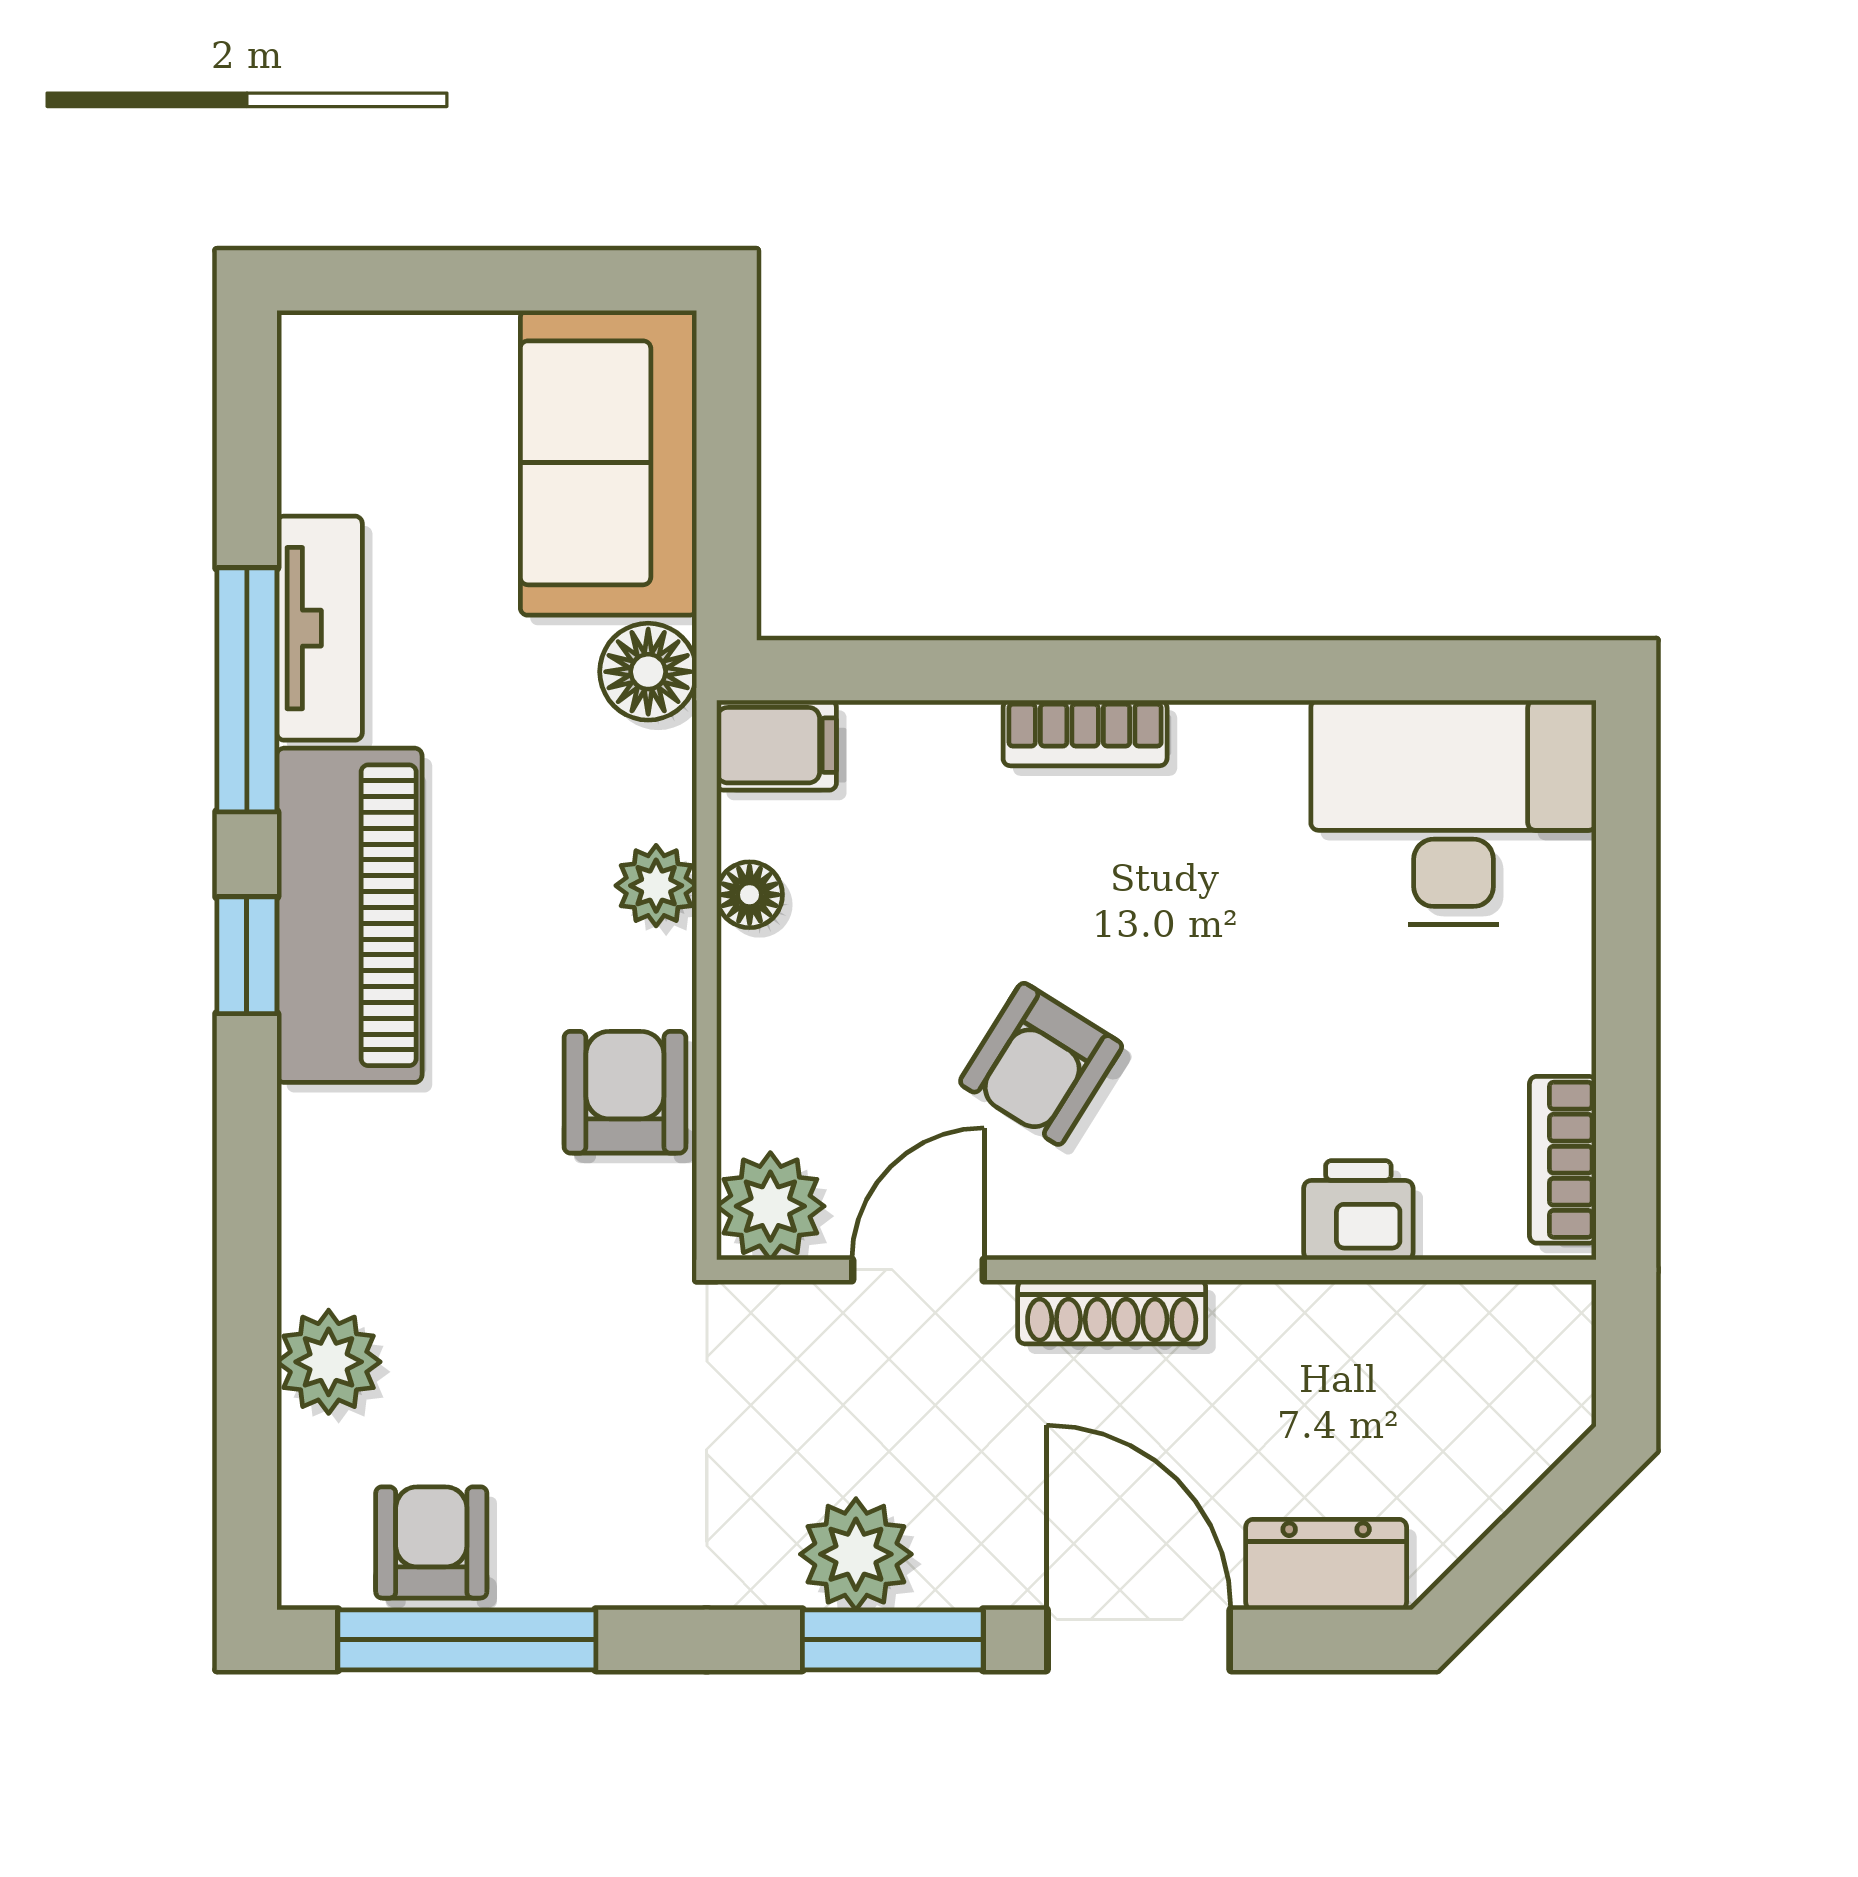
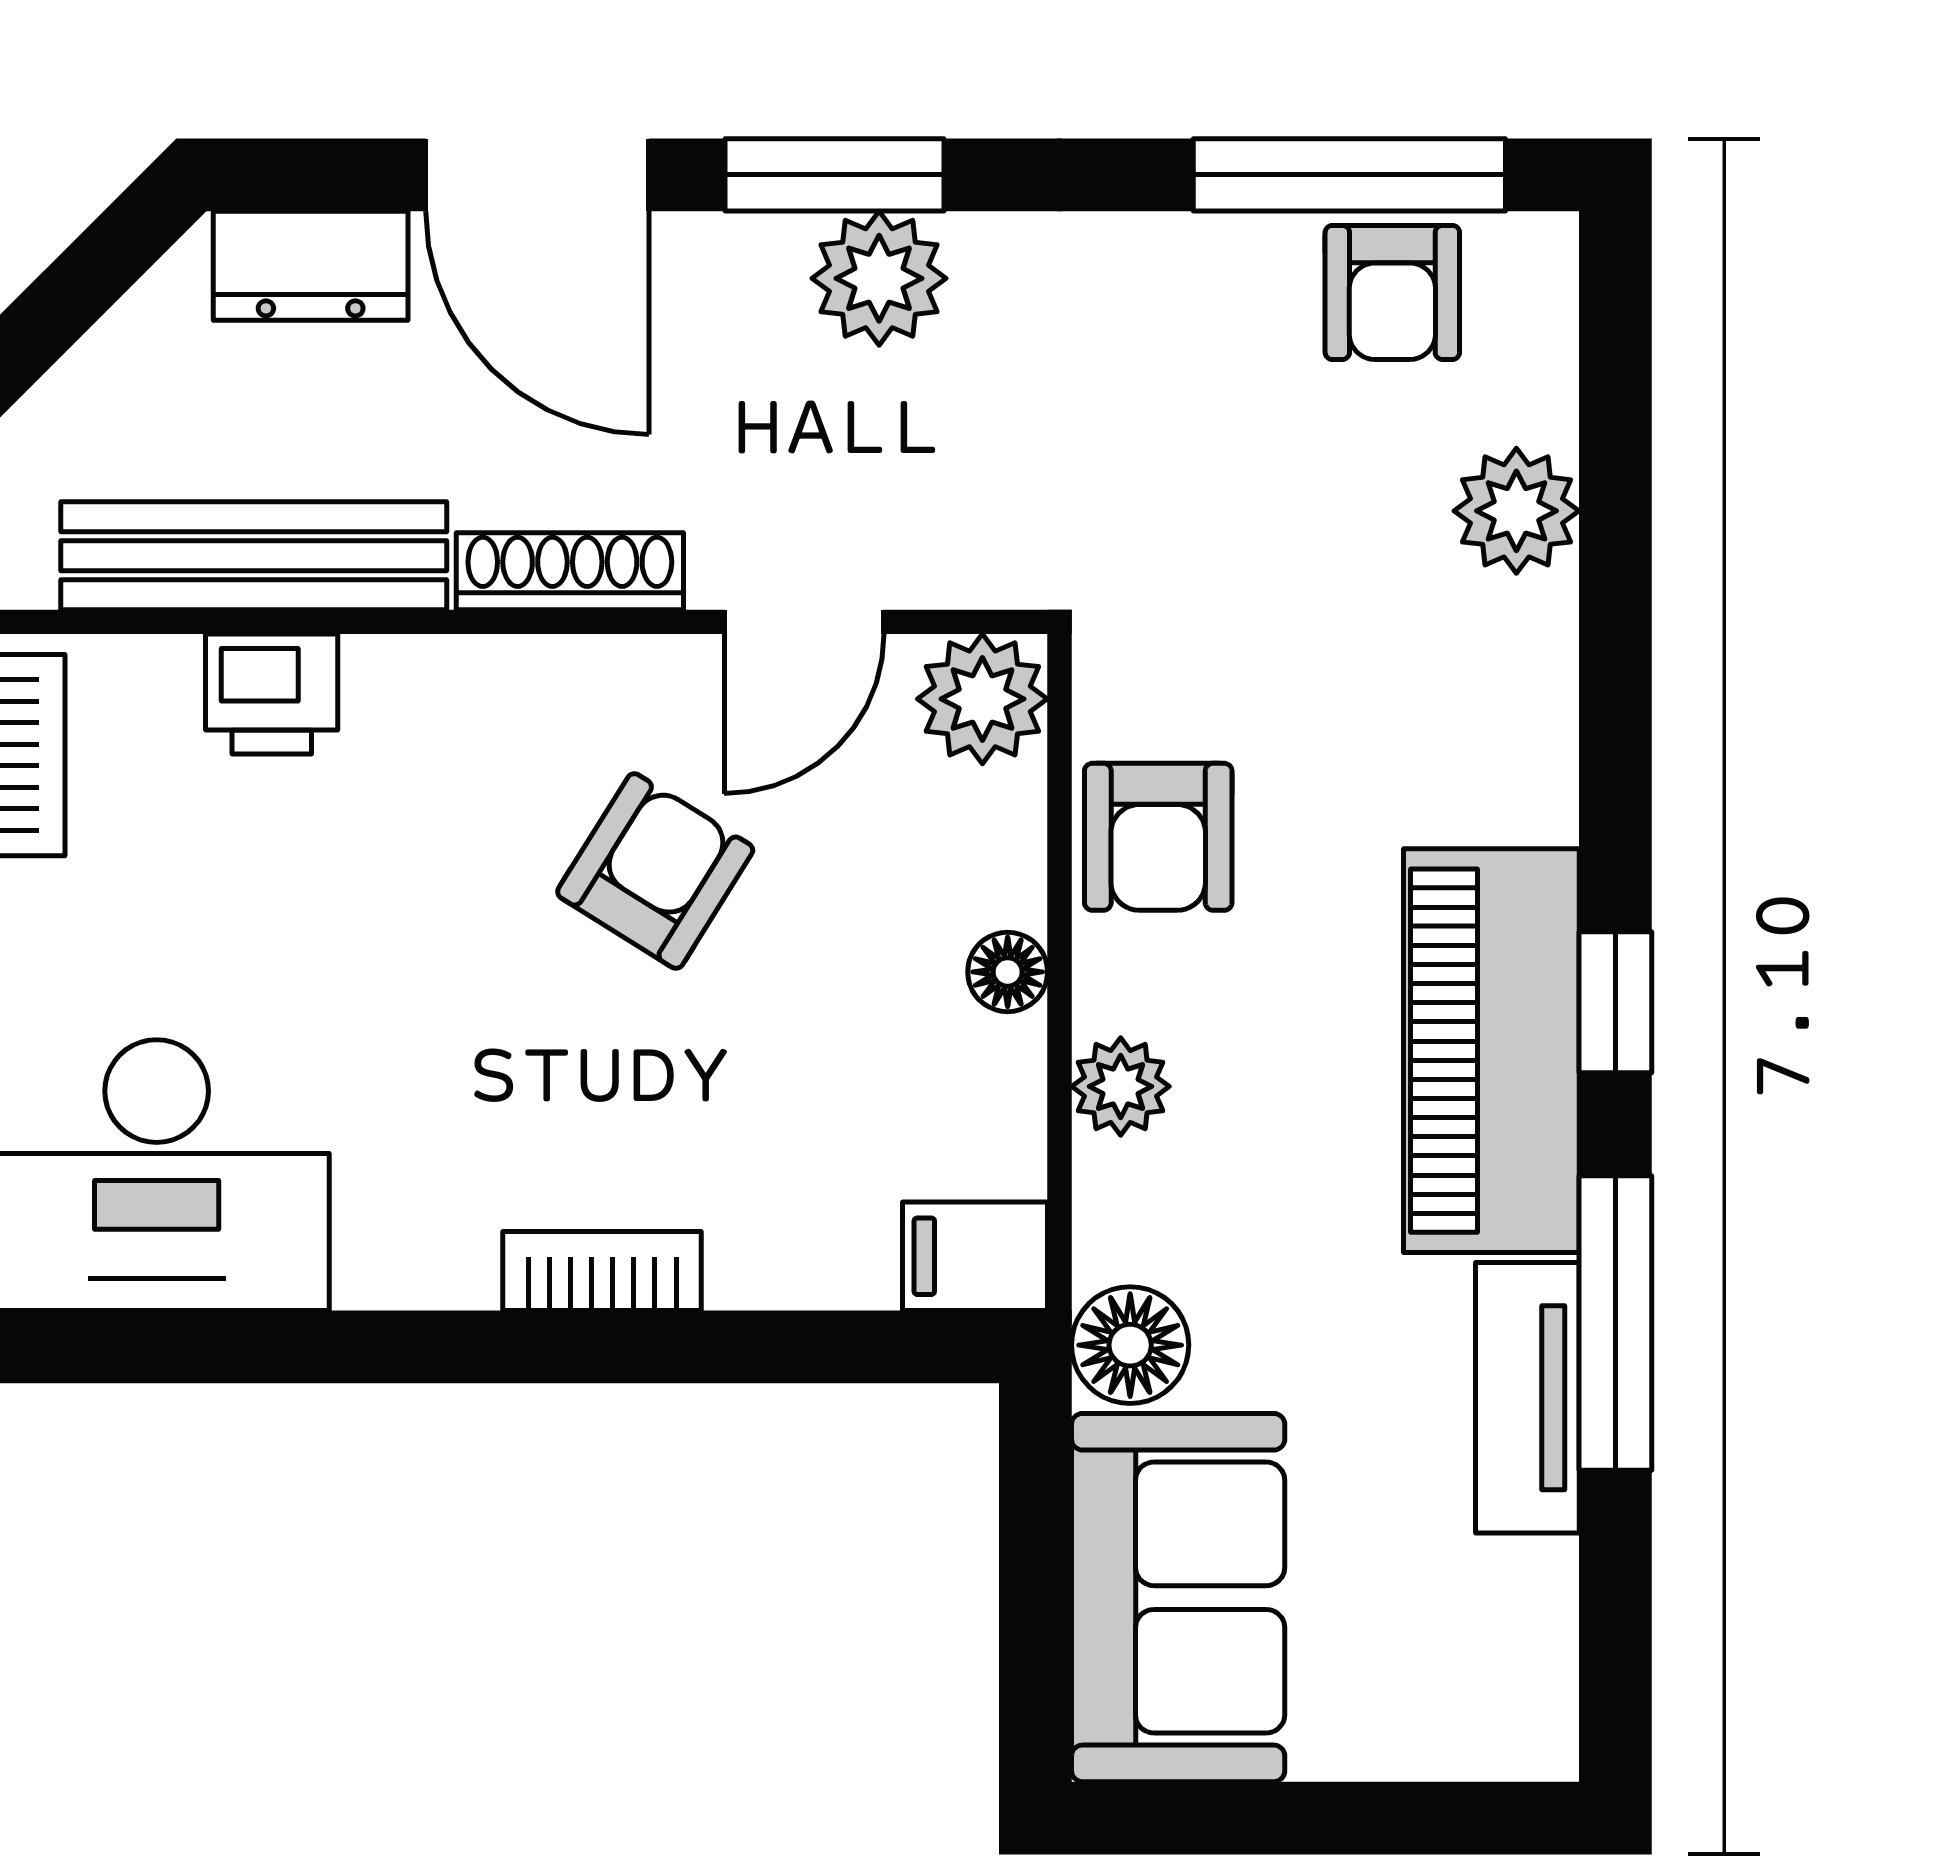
floor lamp: (750, 895) -> (1008, 972), moved
bench: (1373, 1325) -> (254, 556), added

